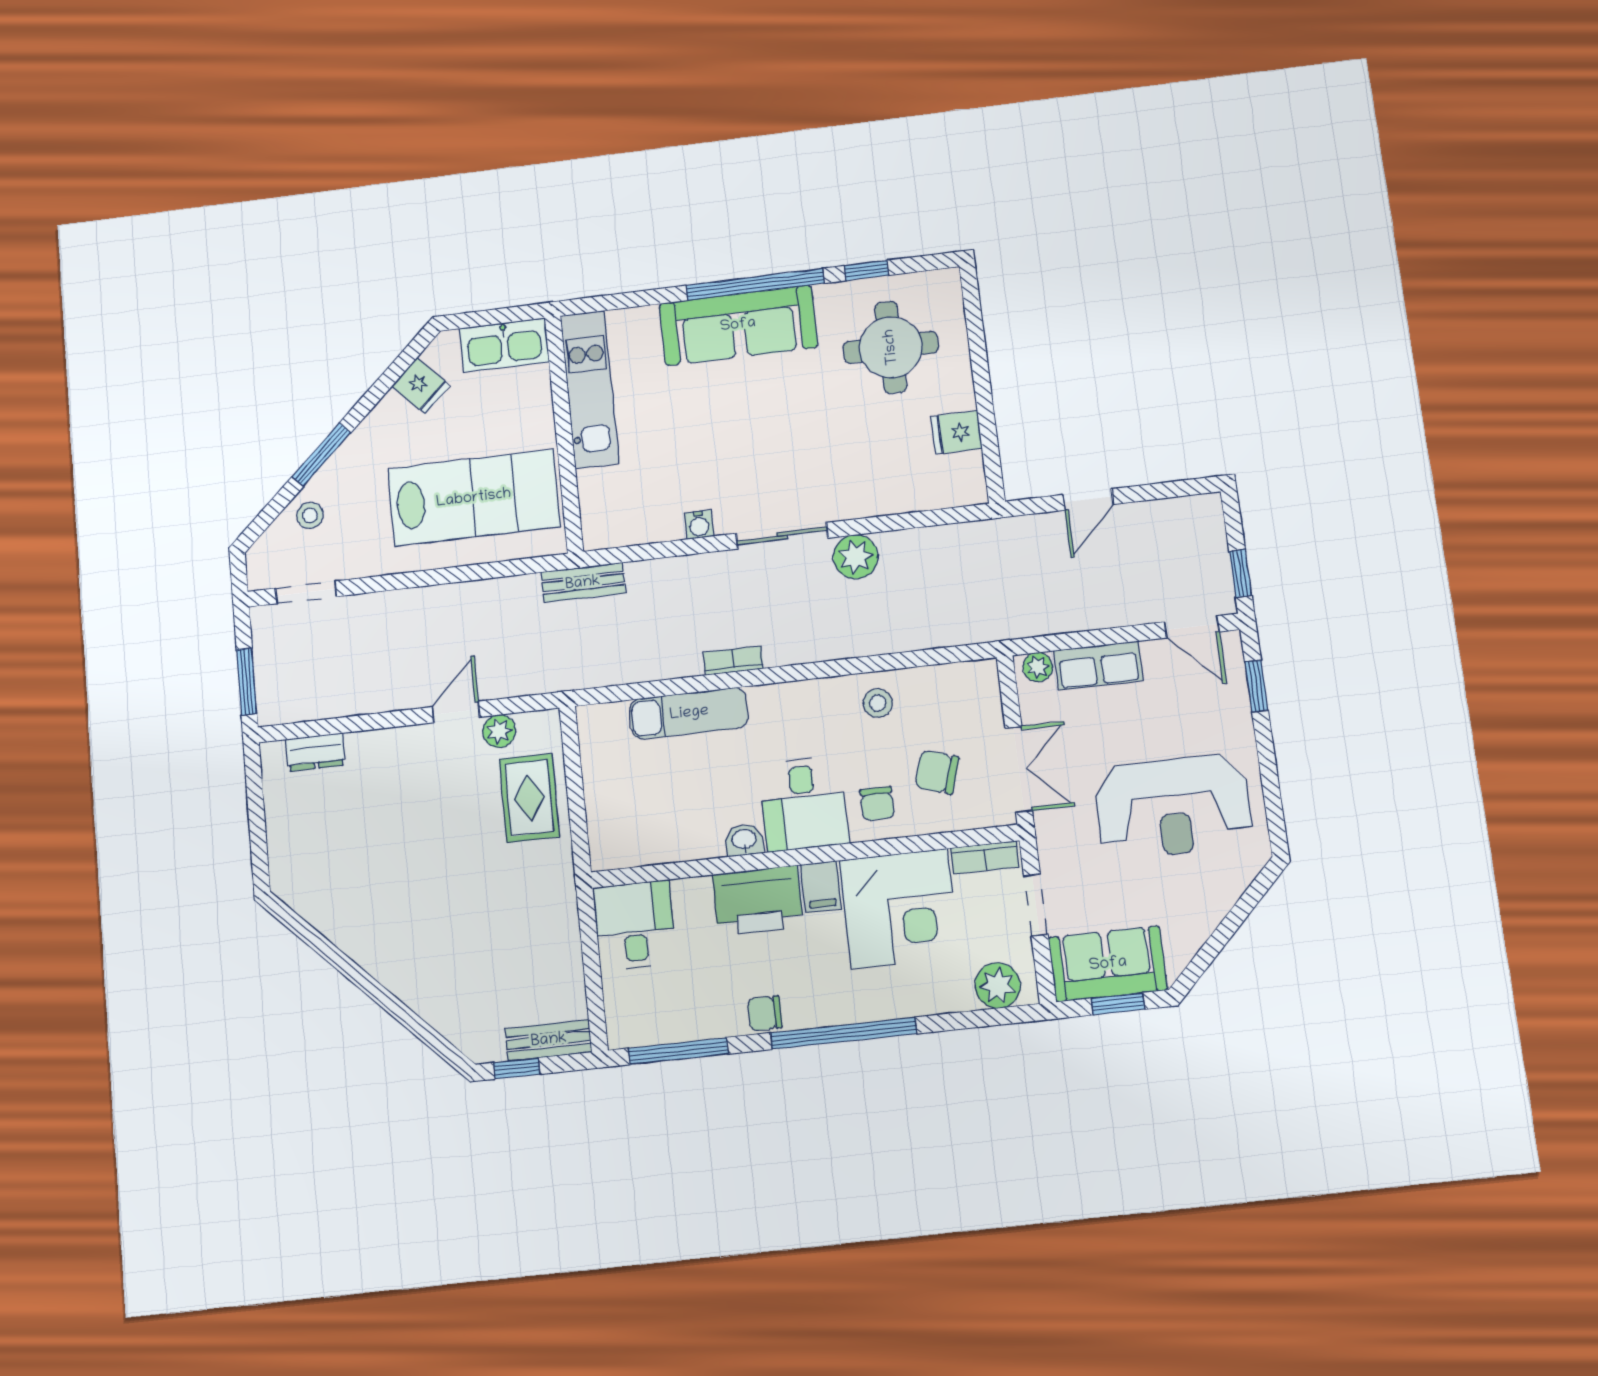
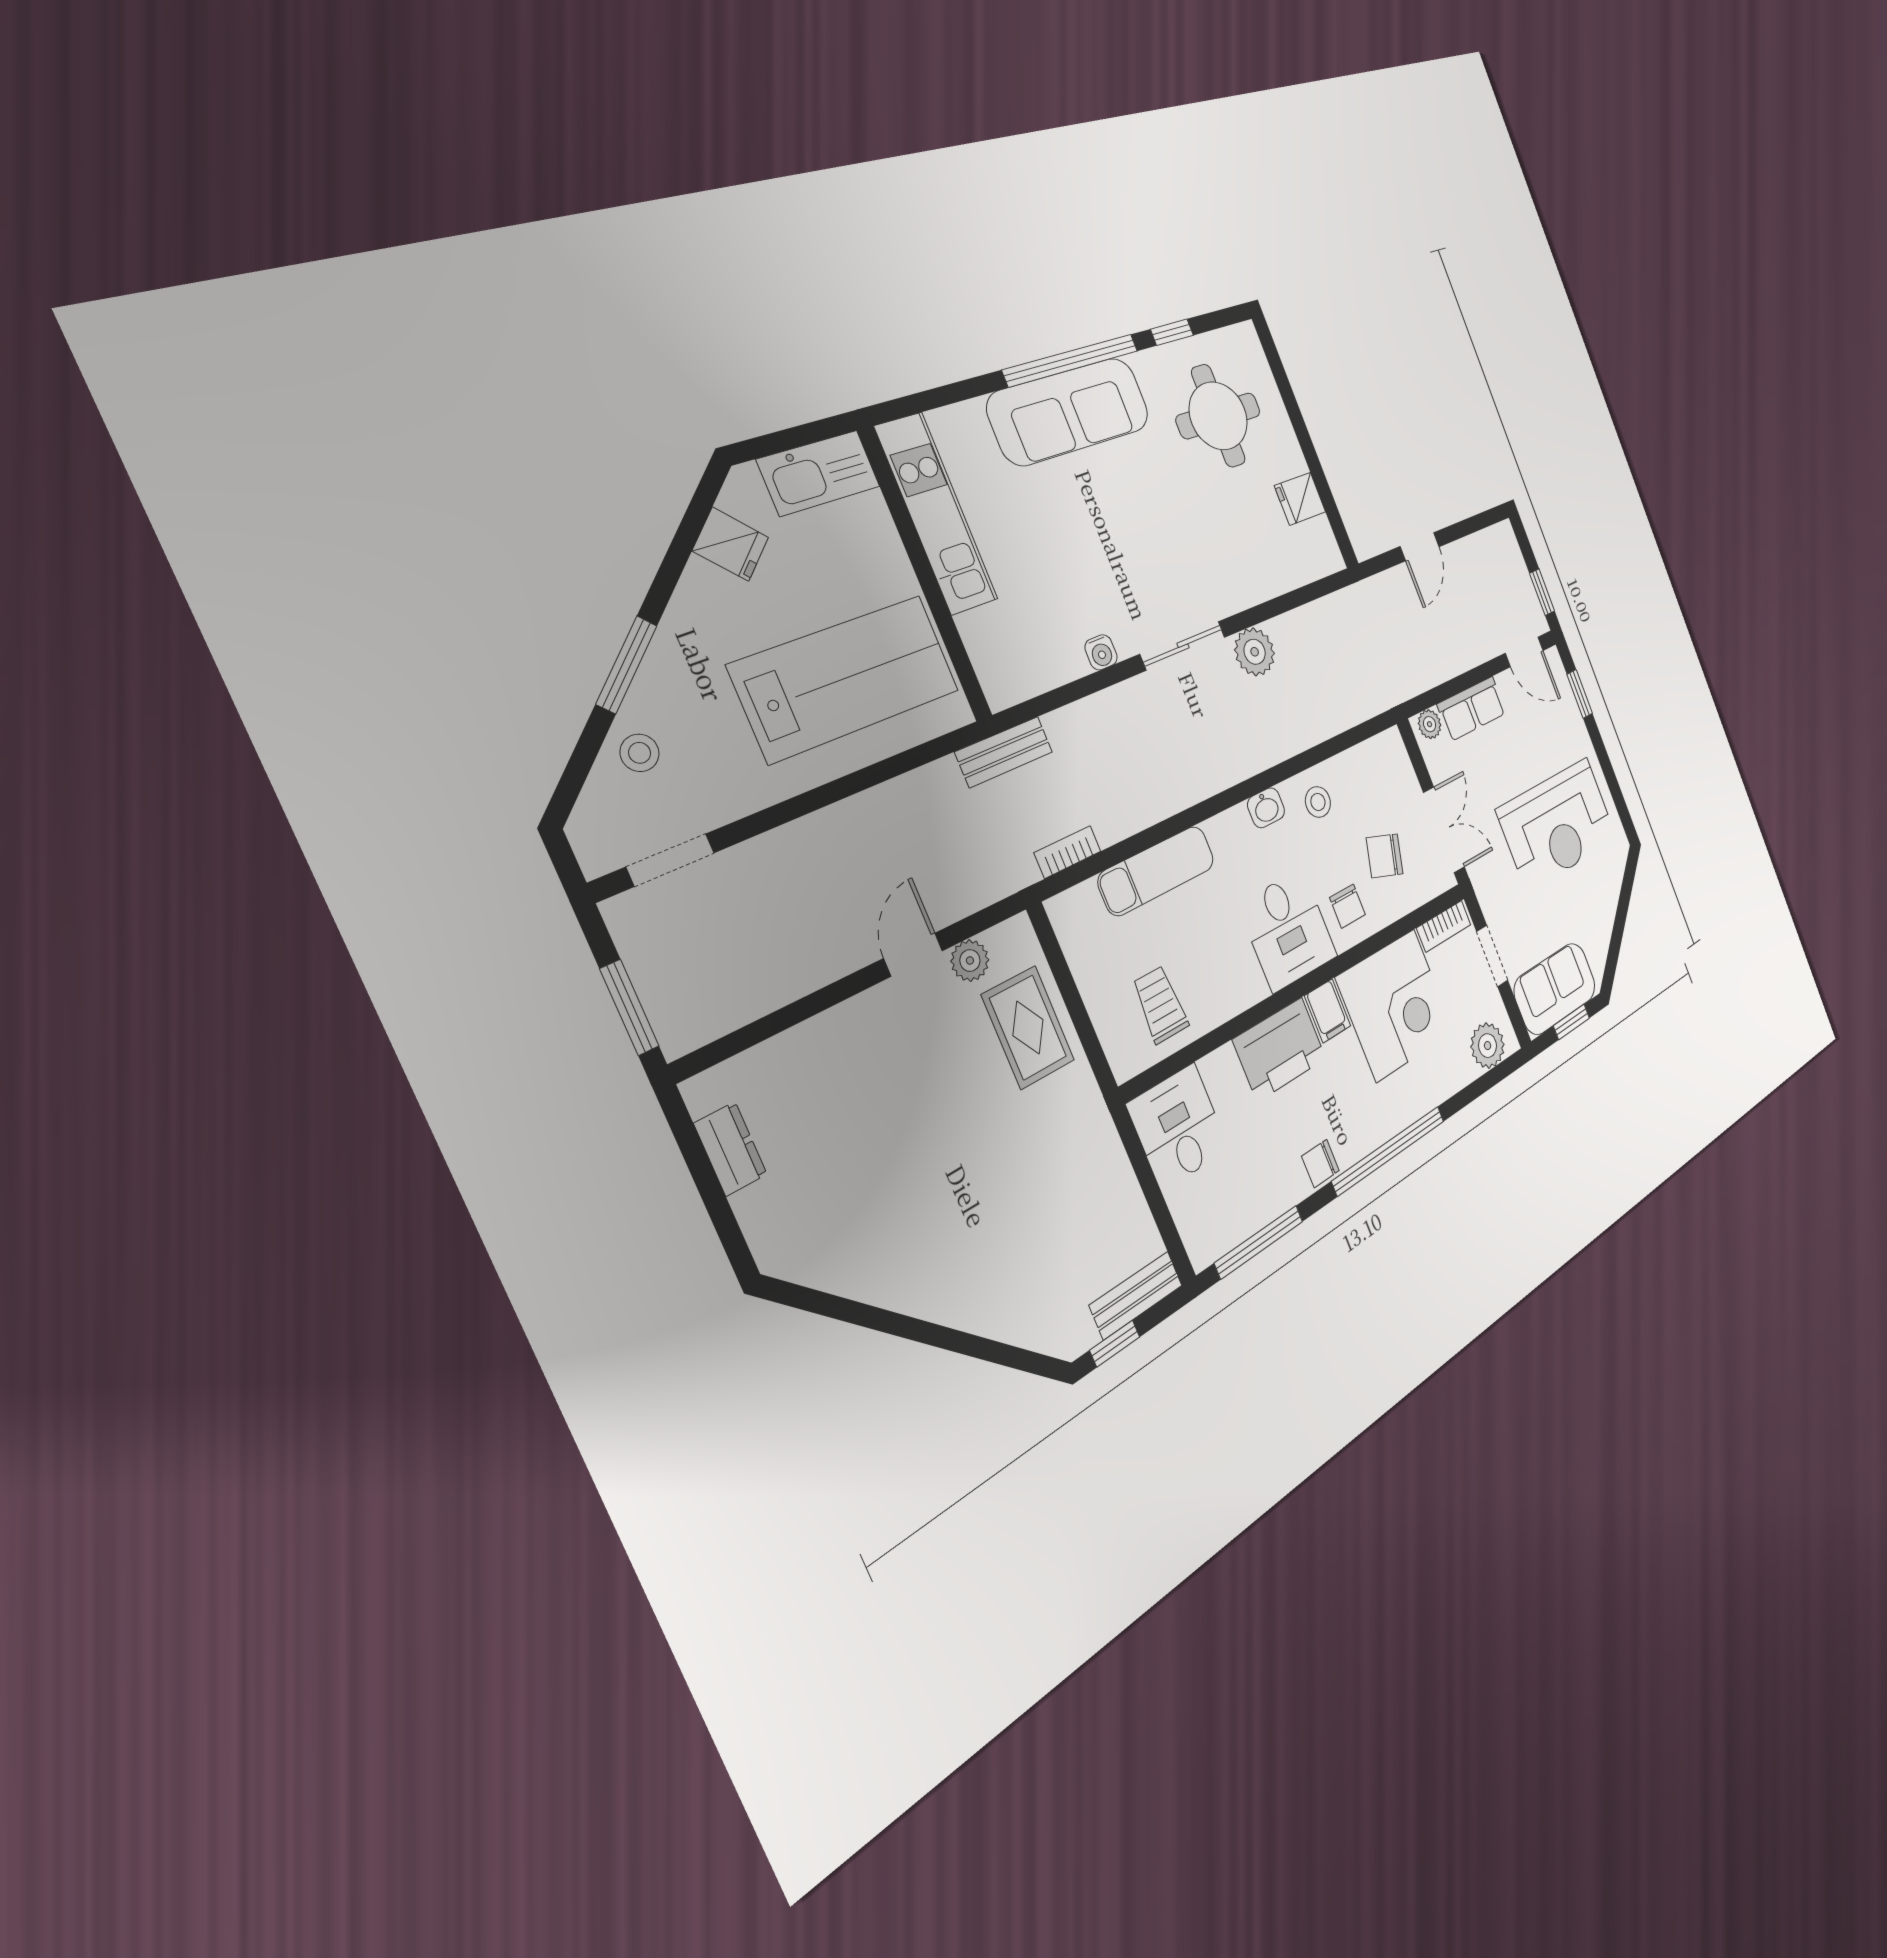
bookcase: (733, 661) -> (1068, 852), moved
dresser: (315, 752) -> (730, 1149), moved, turned -90
trolley: (653, 822) -> (1160, 1005), added
washbasin: (744, 840) -> (1266, 808), moved, turned 180

